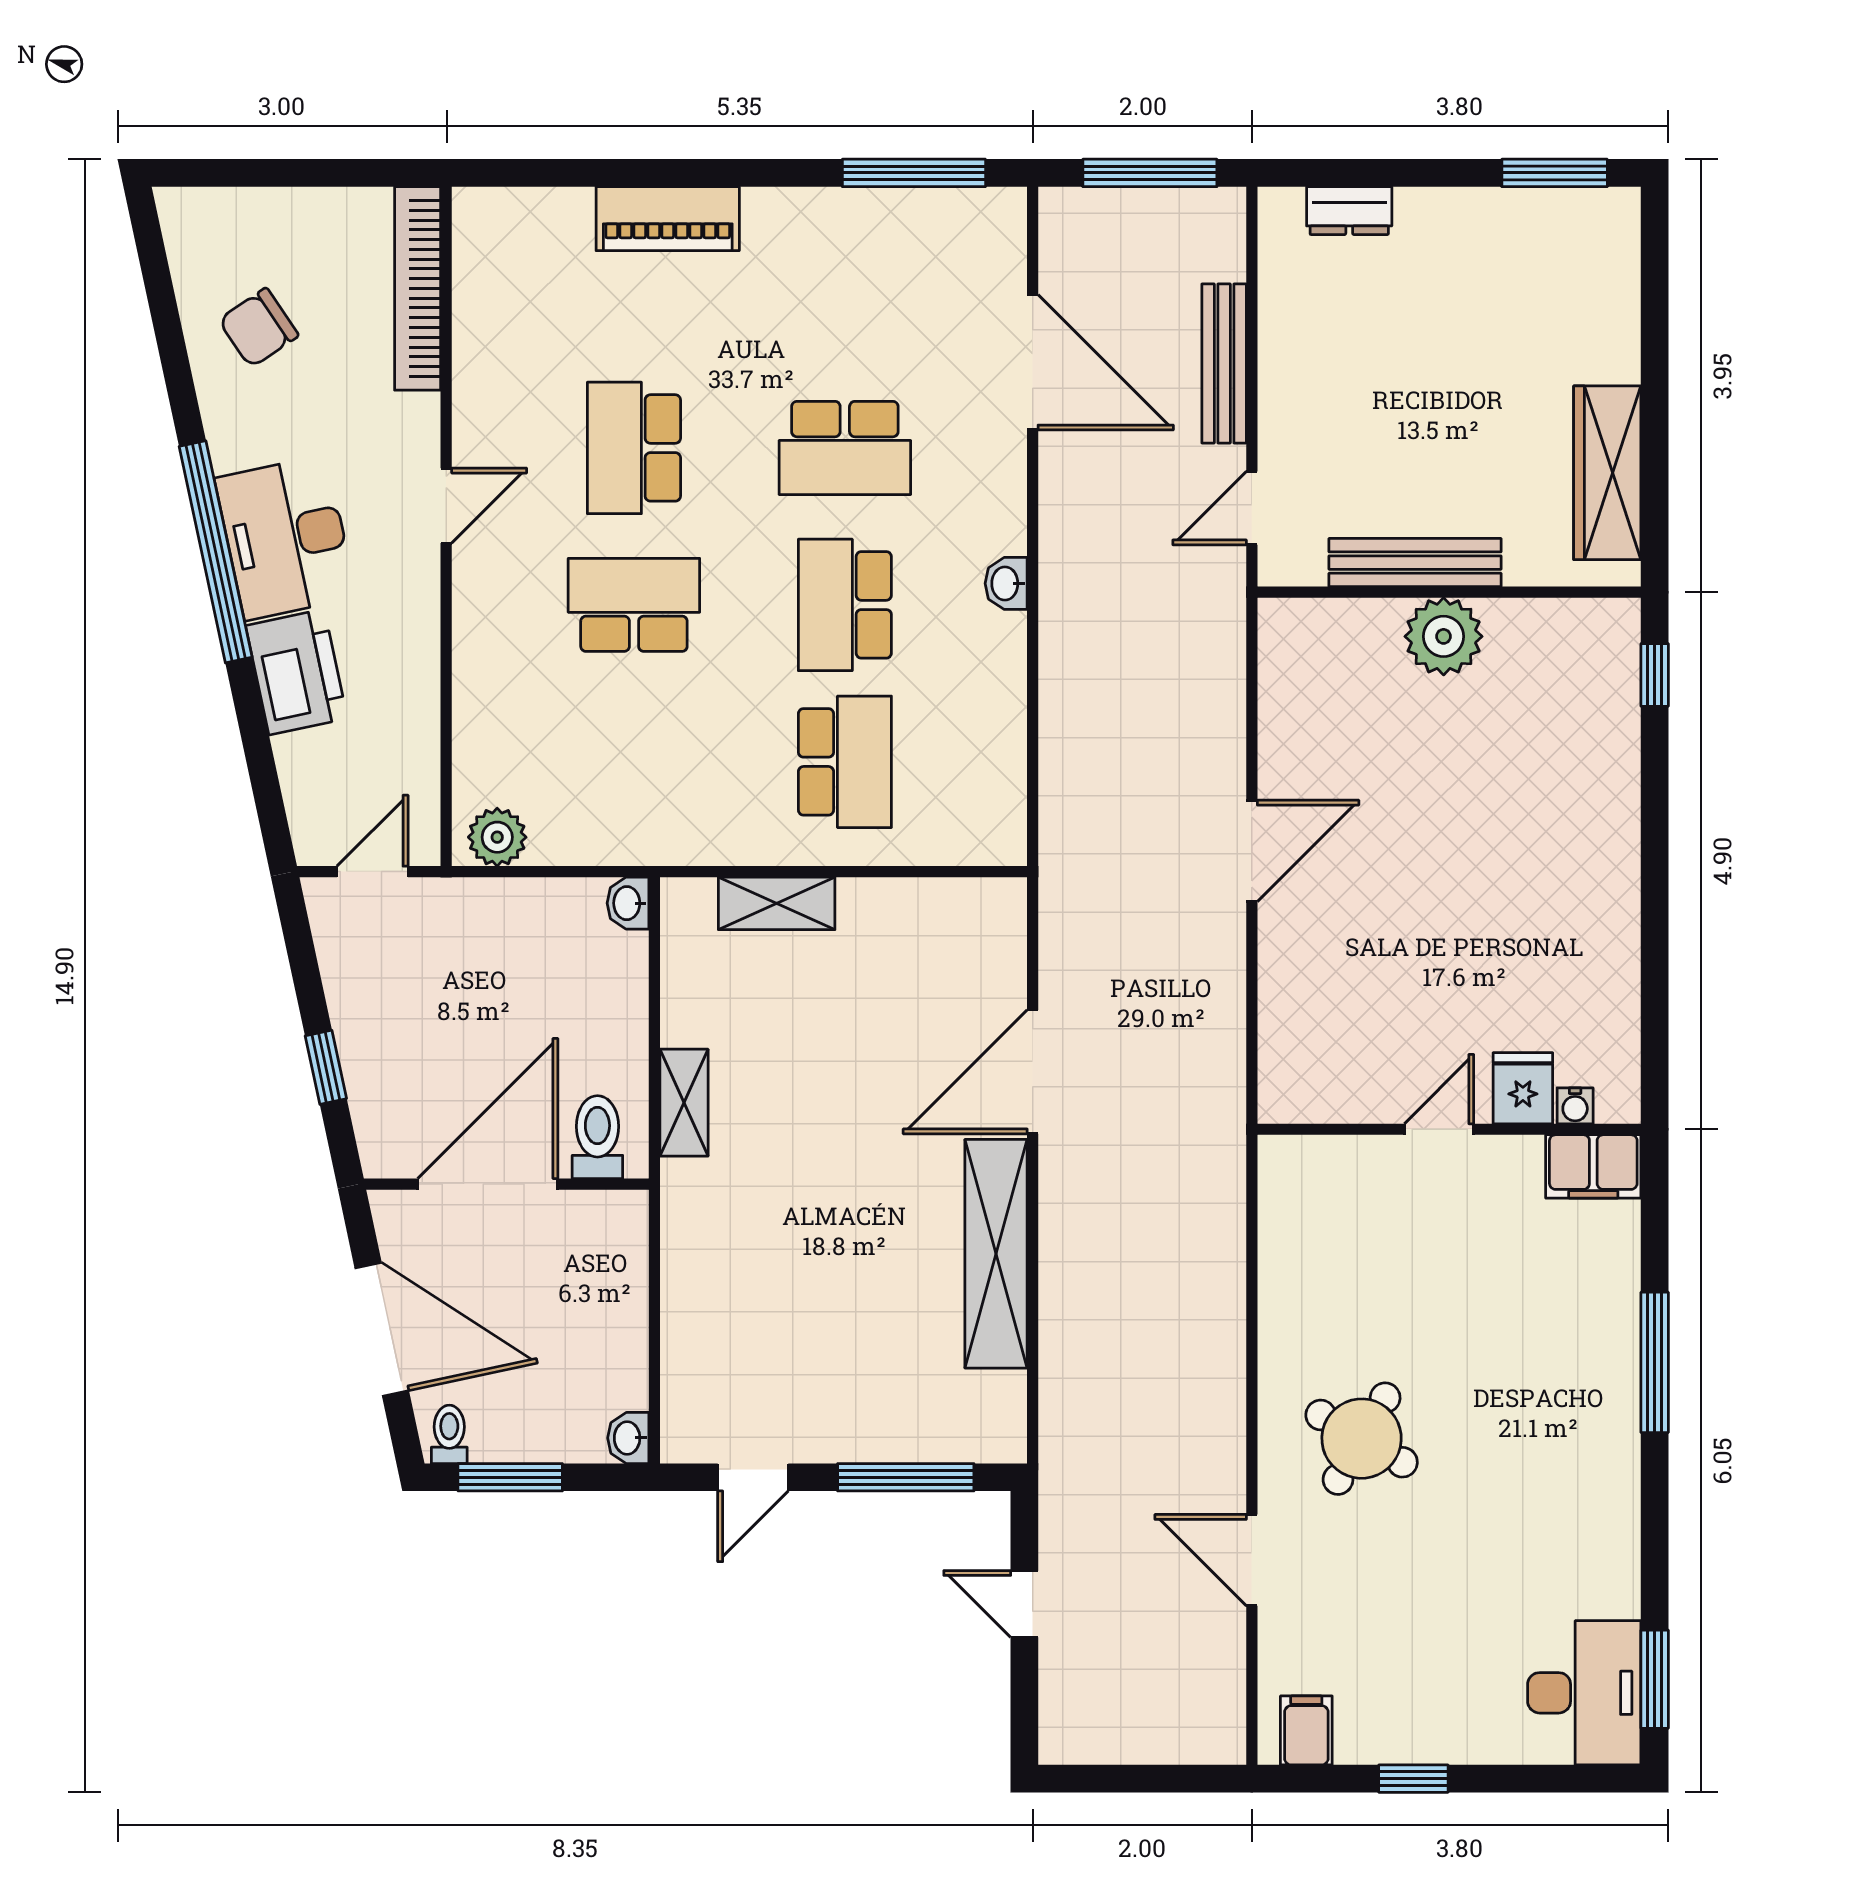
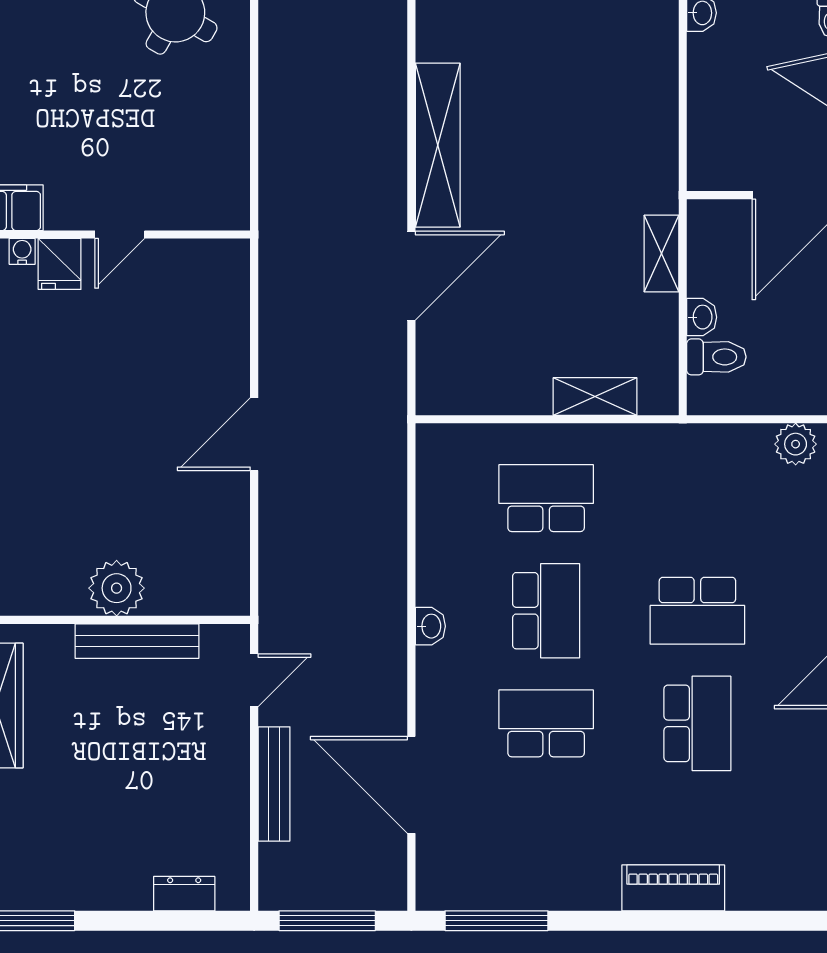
school desk: (845, 762) -> (546, 498), turned 90
washbasin: (628, 903) -> (702, 317), moved
toilet: (597, 1137) -> (716, 357), moved, turned -90

